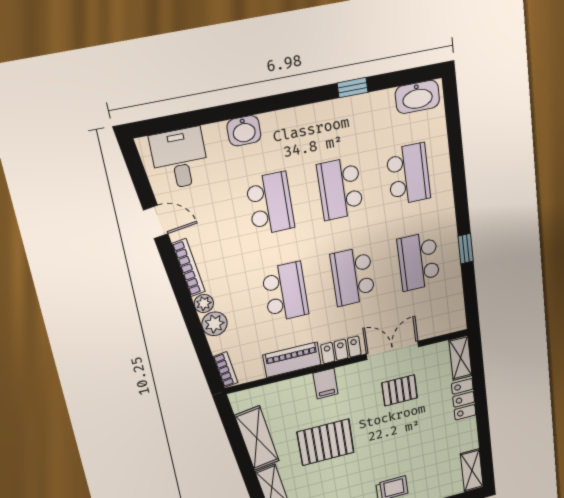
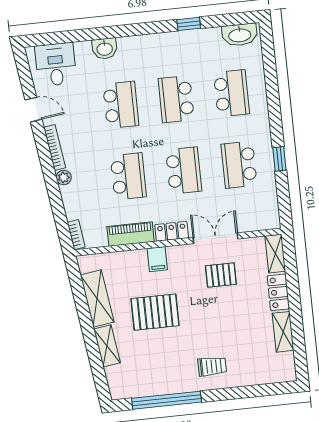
school desk: (353, 276) -> (184, 171), turned 180
plant: (214, 324) -> (71, 195), removed
shelving: (472, 470) -> (283, 332), moved

